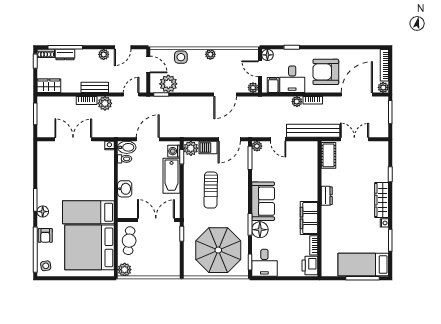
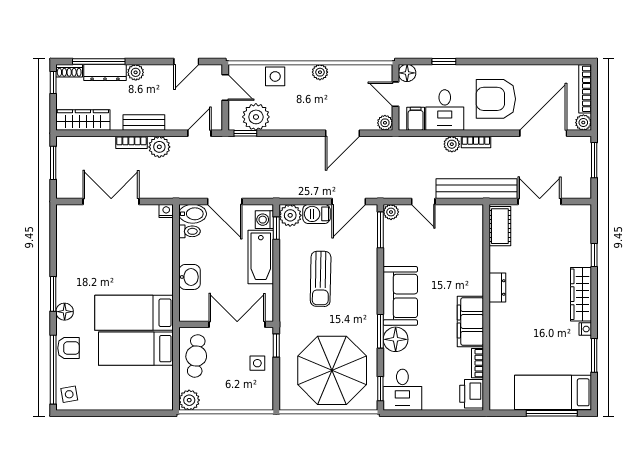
plant: (104, 54) -> (136, 72), moved
dresser: (65, 55) -> (105, 73), width x1.44
wardrobe: (49, 86) -> (83, 120), width x1.50
door: (148, 139) -> (225, 201), swing flipped
armchair: (45, 235) -> (68, 348), turned -90
side table: (169, 245) -> (257, 363), added
bed: (89, 247) -> (136, 349), width x0.49

